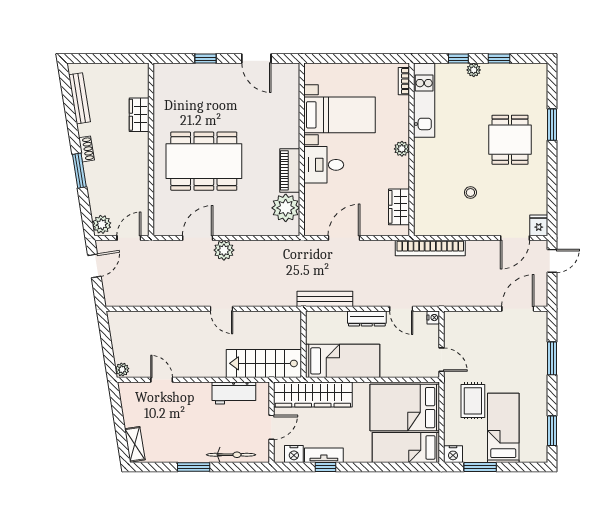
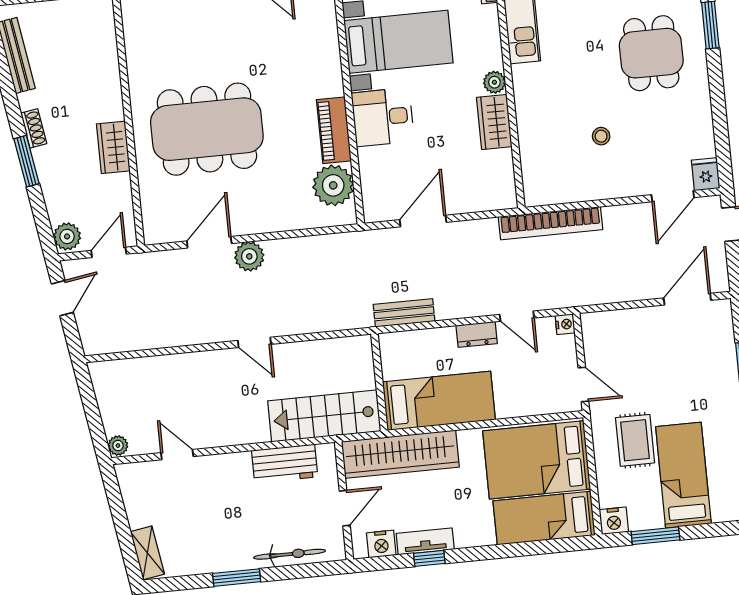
wardrobe: (139, 115) -> (113, 147), moved
wardrobe: (399, 207) -> (494, 122), moved
bench: (325, 299) -> (404, 313), width x0.73
dresser: (367, 318) -> (477, 334), width x0.70

